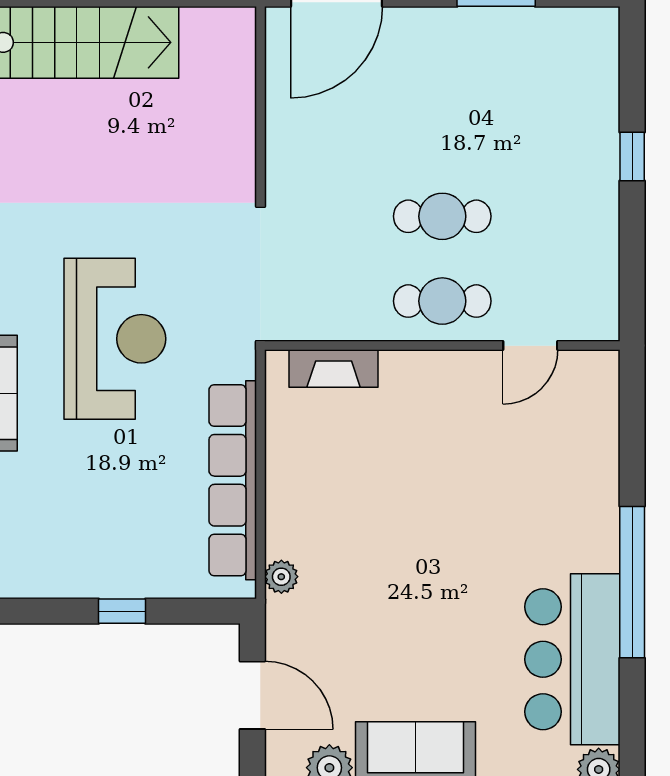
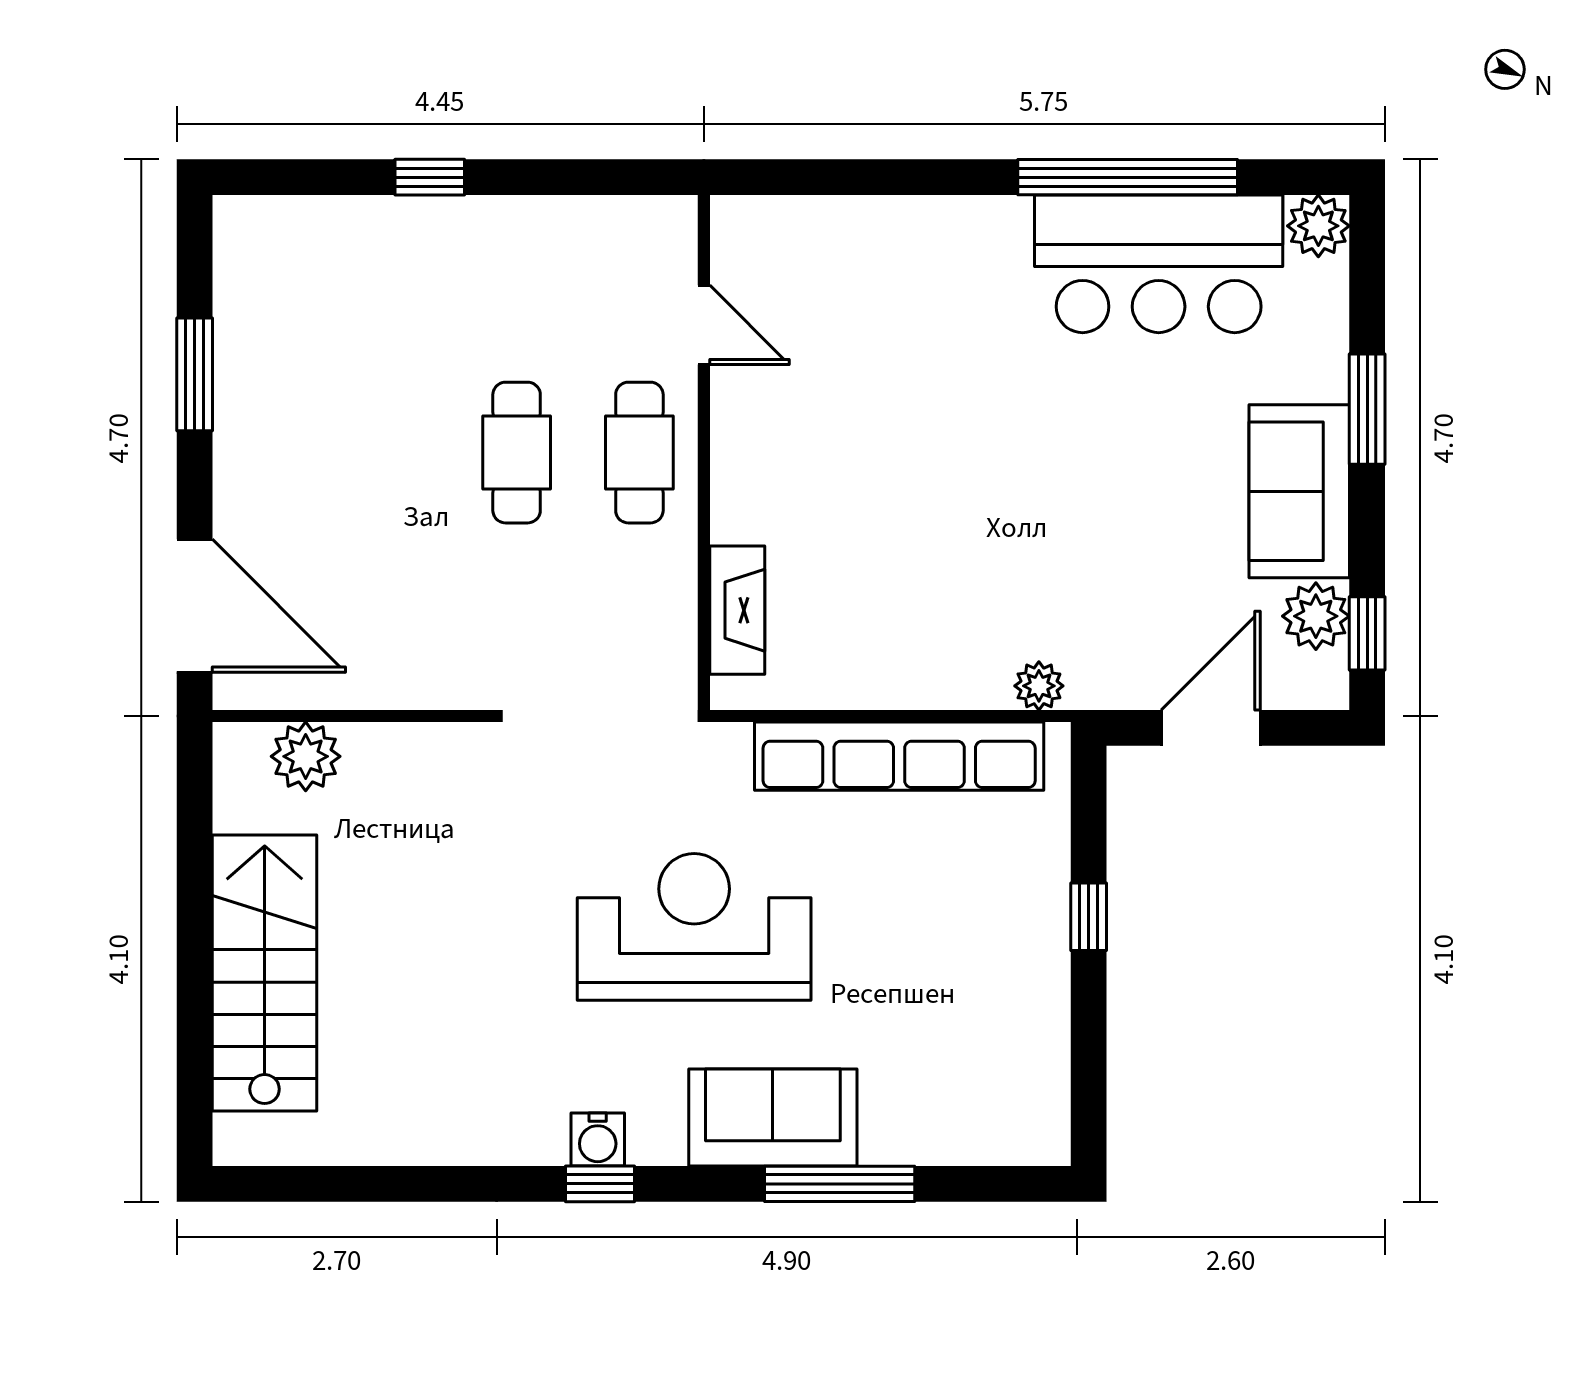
plant: (233, 71) -> (306, 756), added
window: (632, 582) -> (1128, 177), moved

